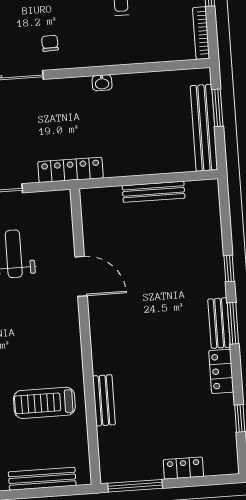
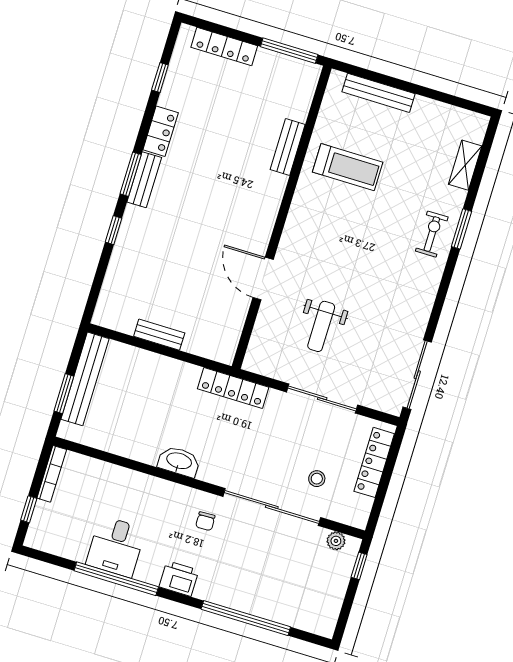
washbasin: (102, 83) -> (179, 461), width x1.91, depth x1.45
bench: (154, 192) -> (159, 335), width x0.73
locker: (183, 468) -> (224, 47), width x1.53

